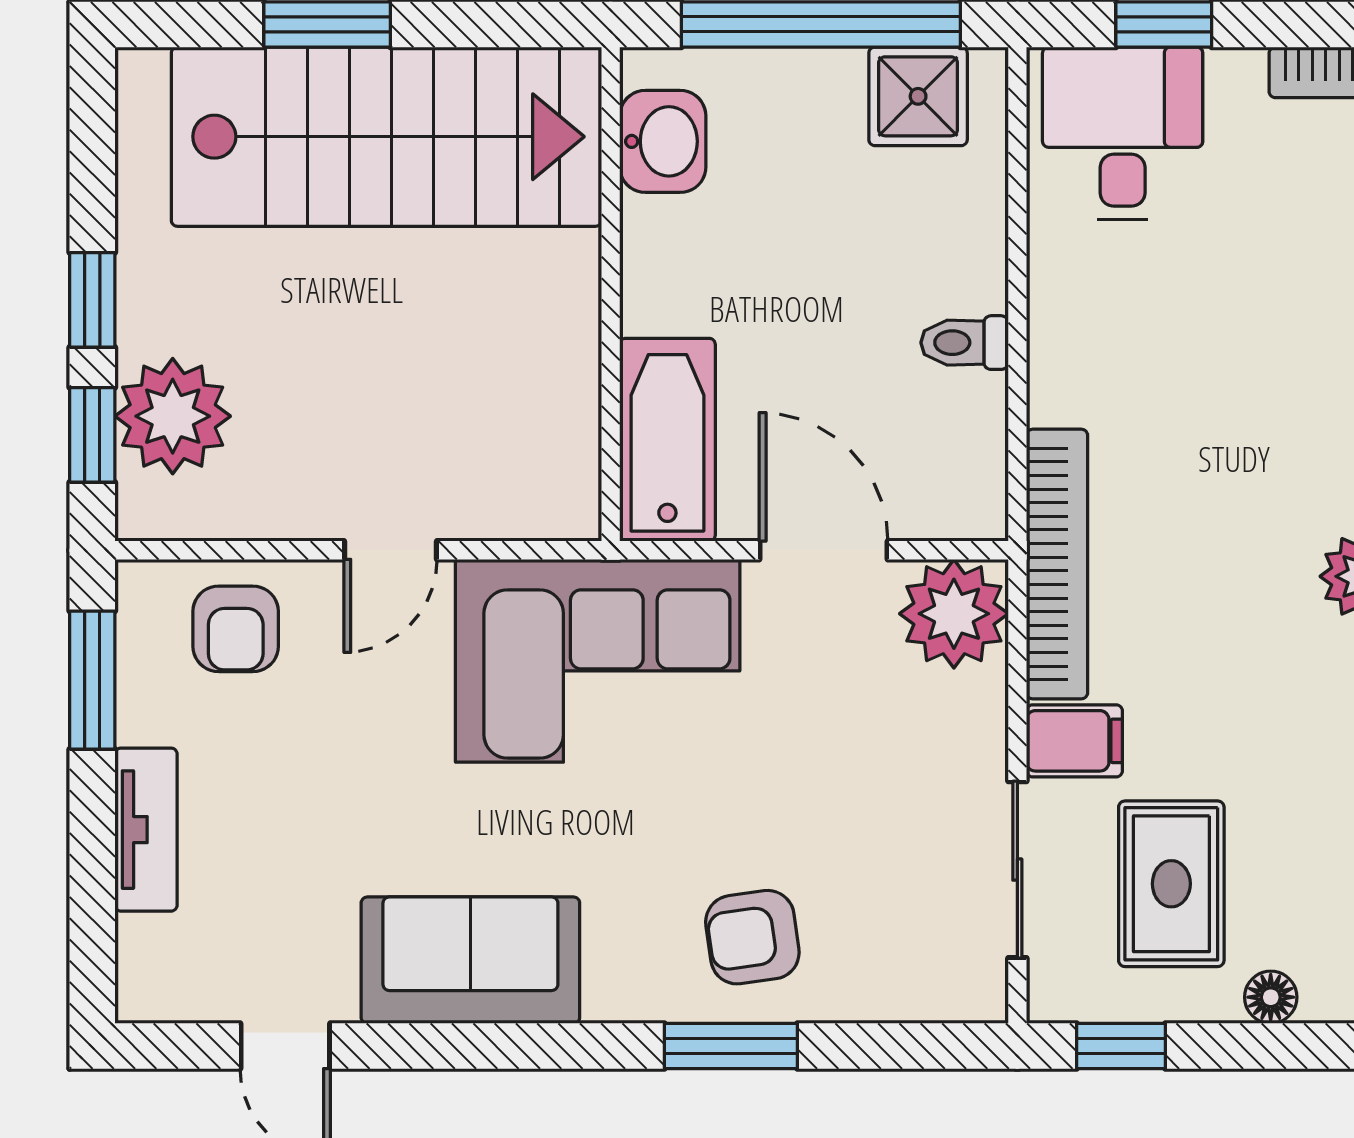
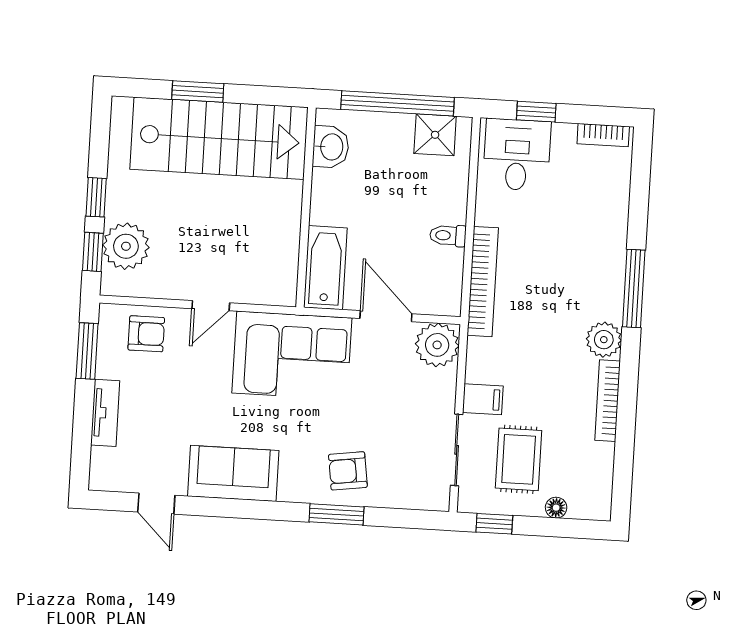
bookcase: (1057, 564) -> (483, 282), moved
armchair: (236, 629) -> (146, 334), turned -90

